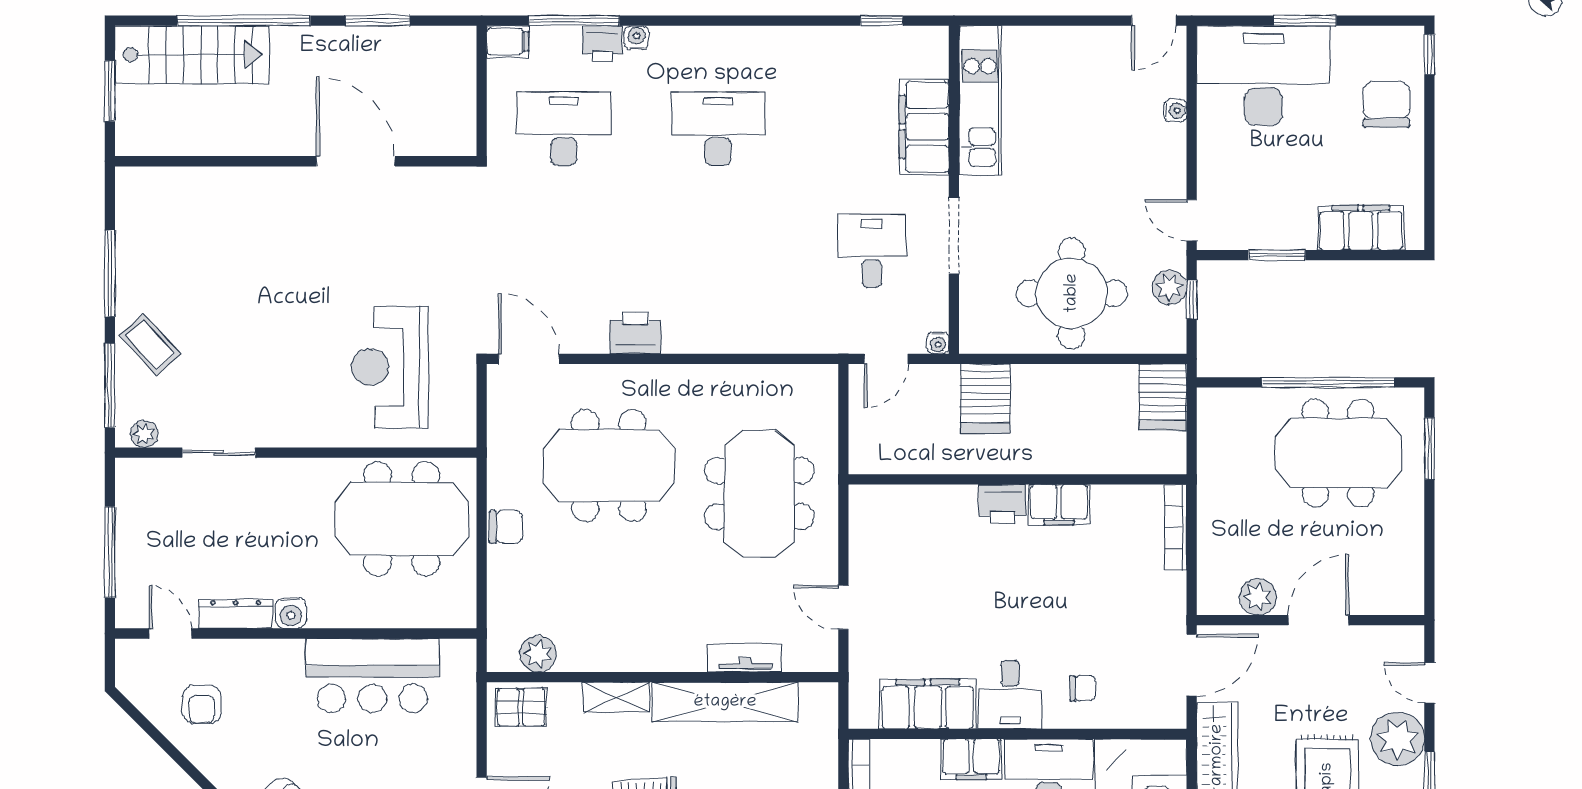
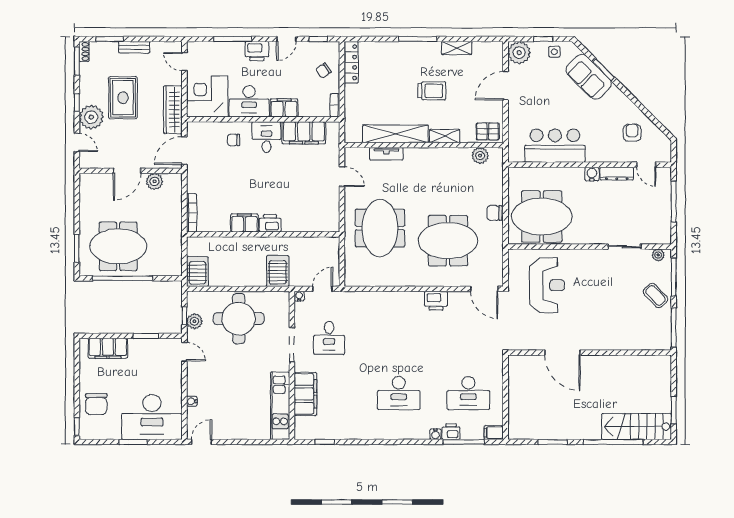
wall: (296, 161) -> (590, 353), moved
door: (356, 161) -> (562, 353), moved

